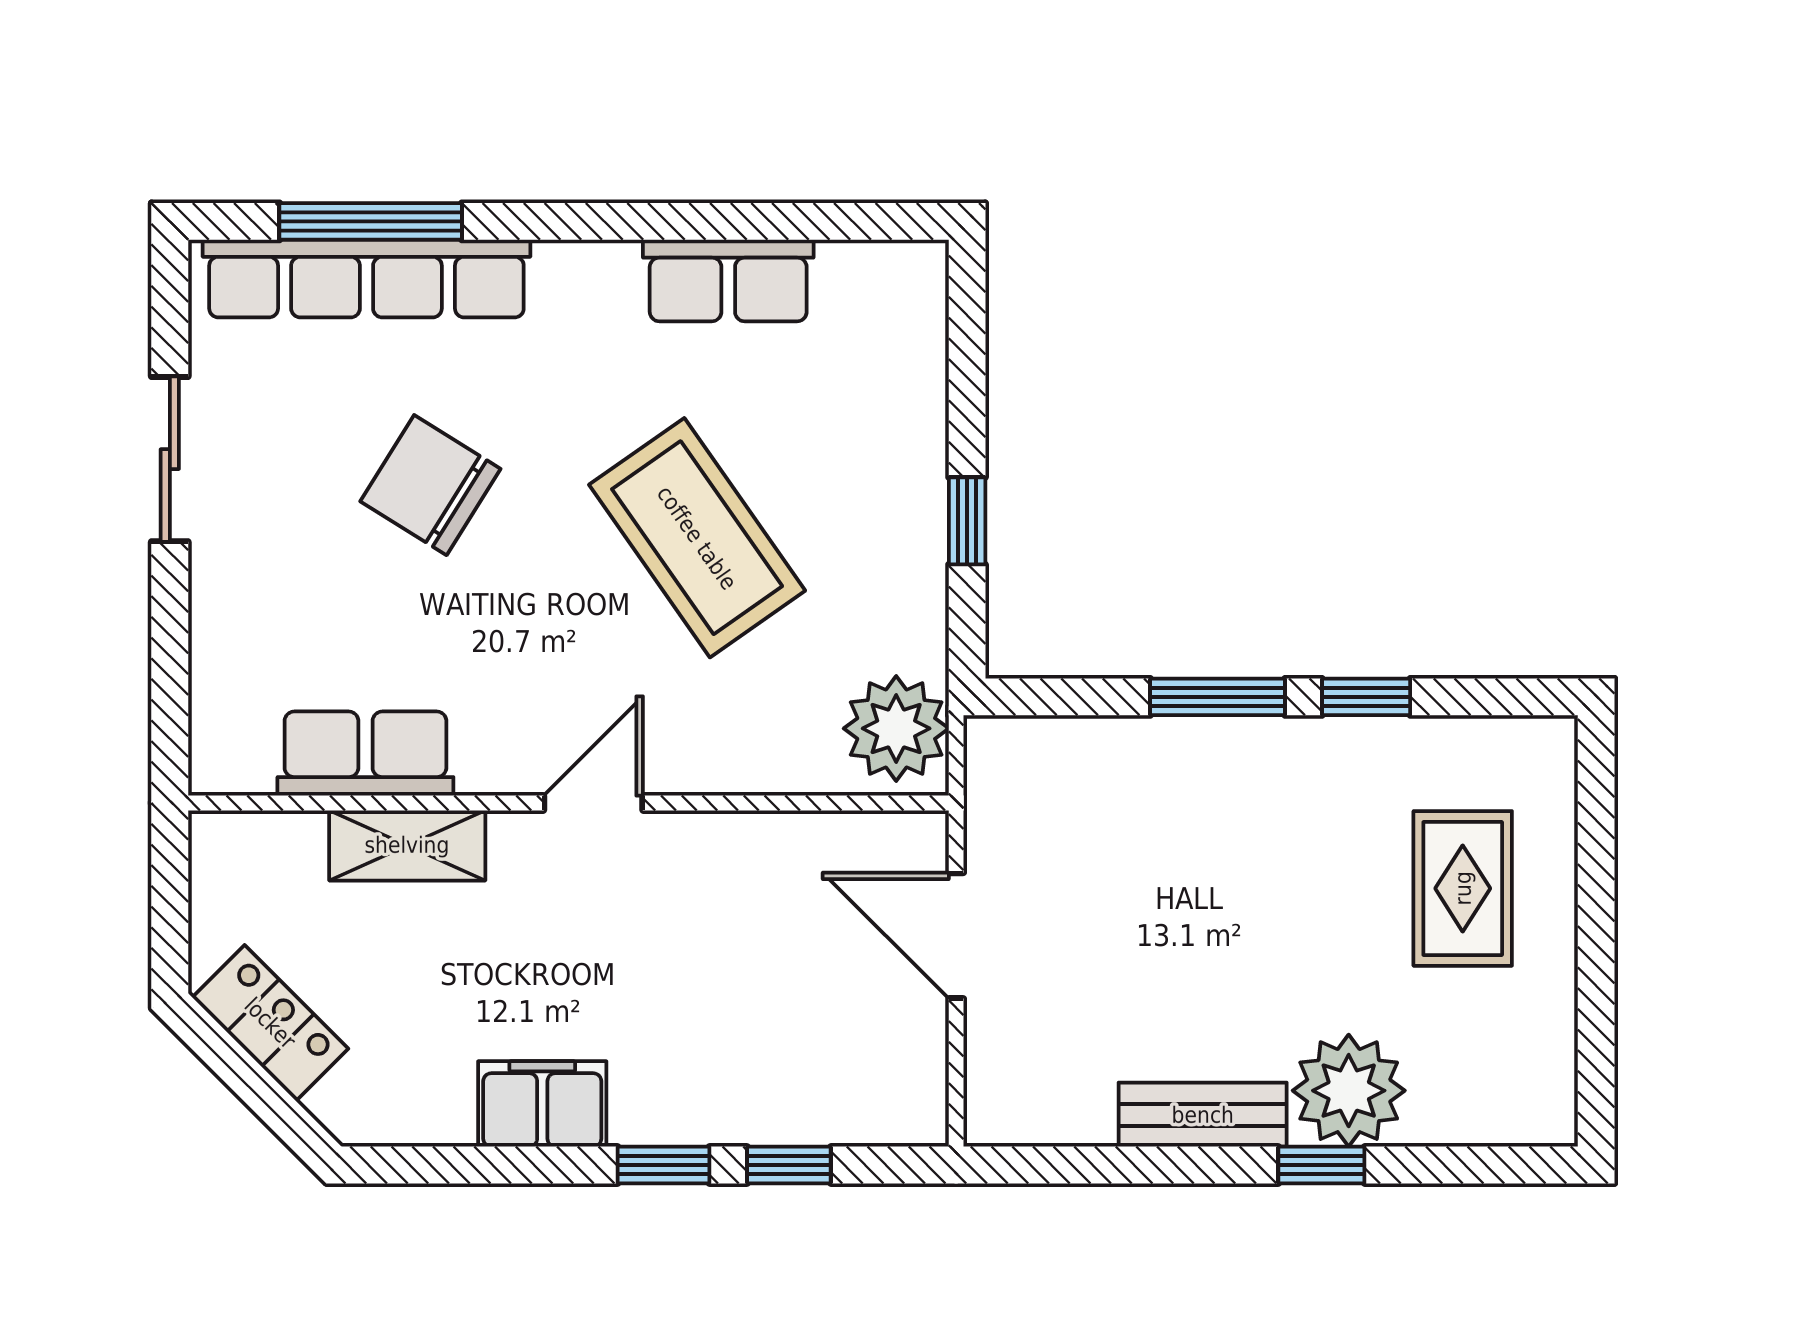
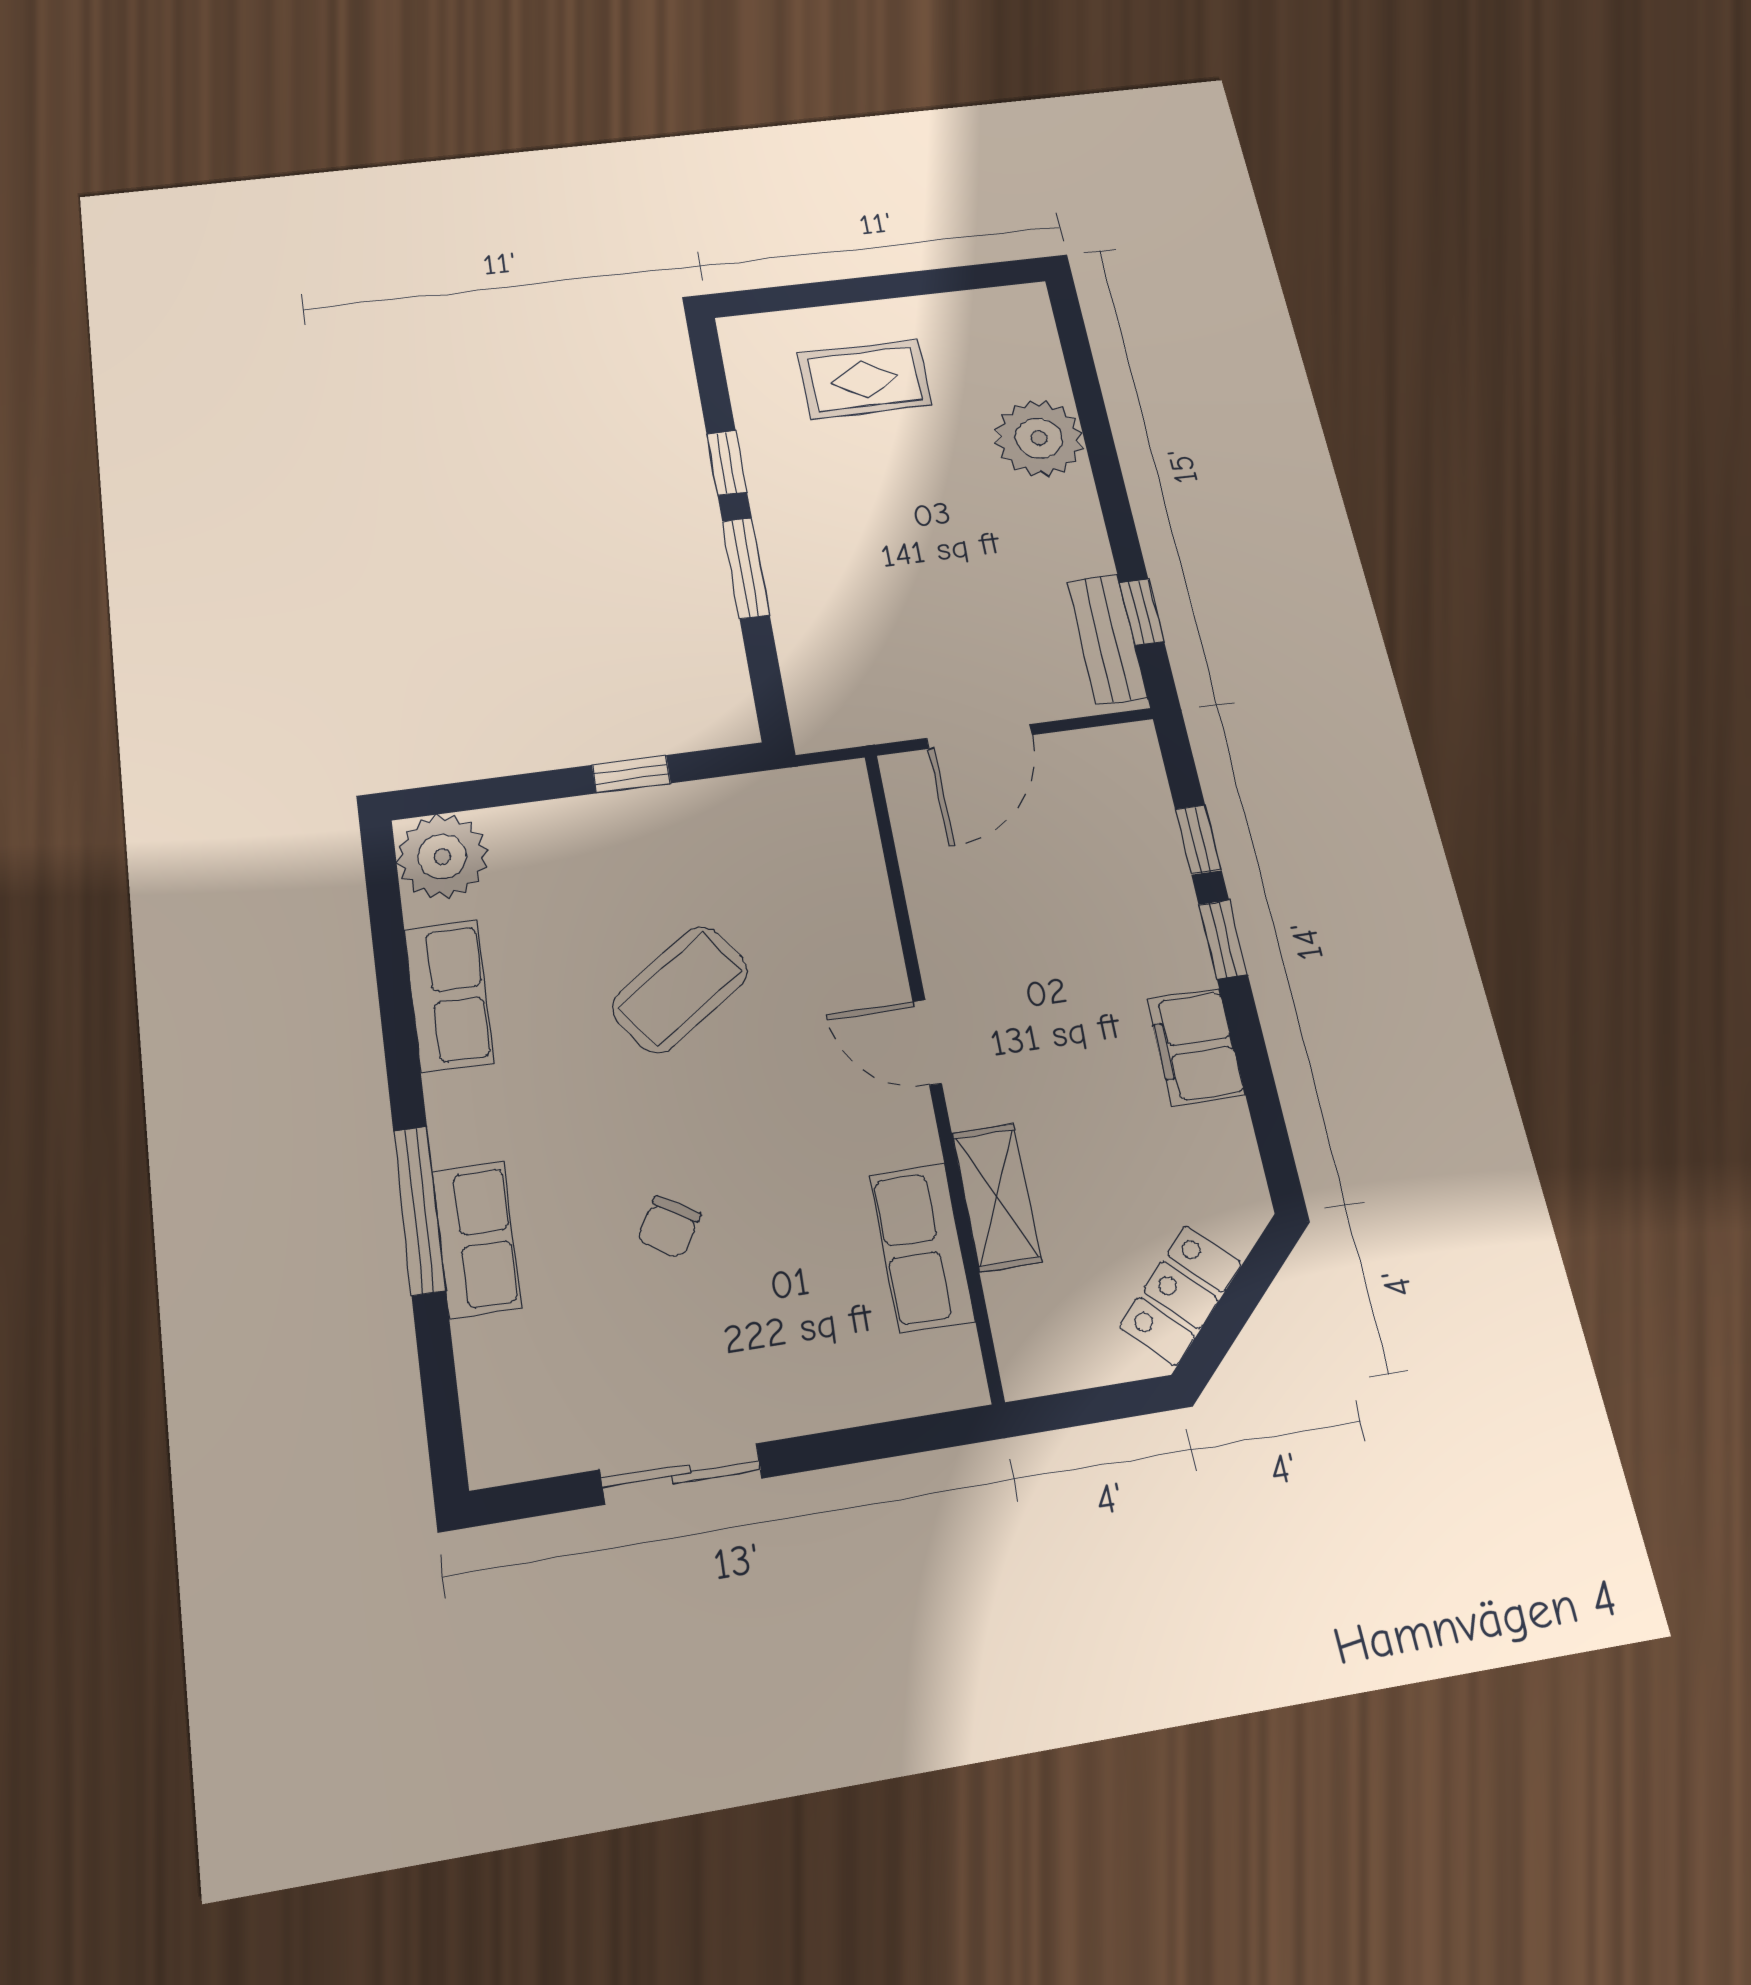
window: (371, 221) -> (419, 1210), moved
row of seats: (366, 279) -> (477, 1239), width x0.50
chair: (430, 485) -> (669, 1227), width x0.54, depth x0.54
coffee table: (697, 538) -> (680, 989), width x0.73, depth x0.76
plant: (896, 728) -> (442, 856), moved
bench: (1203, 1115) -> (1107, 639), moved
window: (1321, 1165) -> (1142, 612), moved

